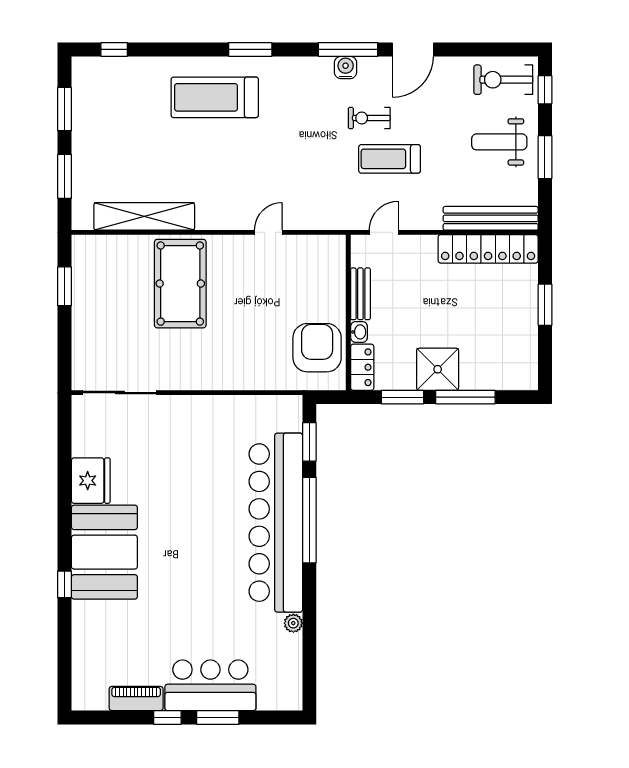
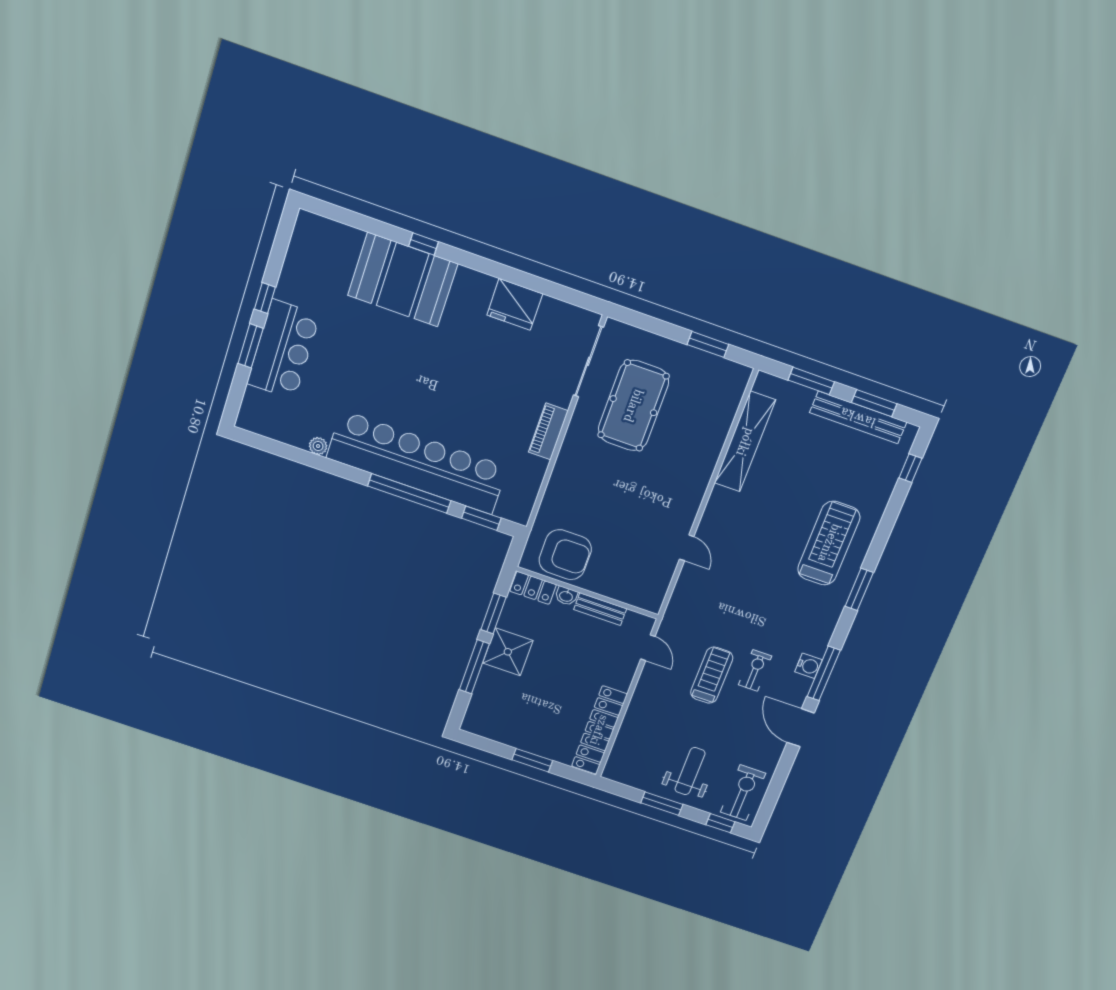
bench: (491, 218) -> (858, 417), moved, turned 90
pool table: (180, 284) -> (633, 406), moved, turned 90
booth: (104, 552) -> (403, 280), moved
piano: (136, 698) -> (548, 431), moved, turned 180

